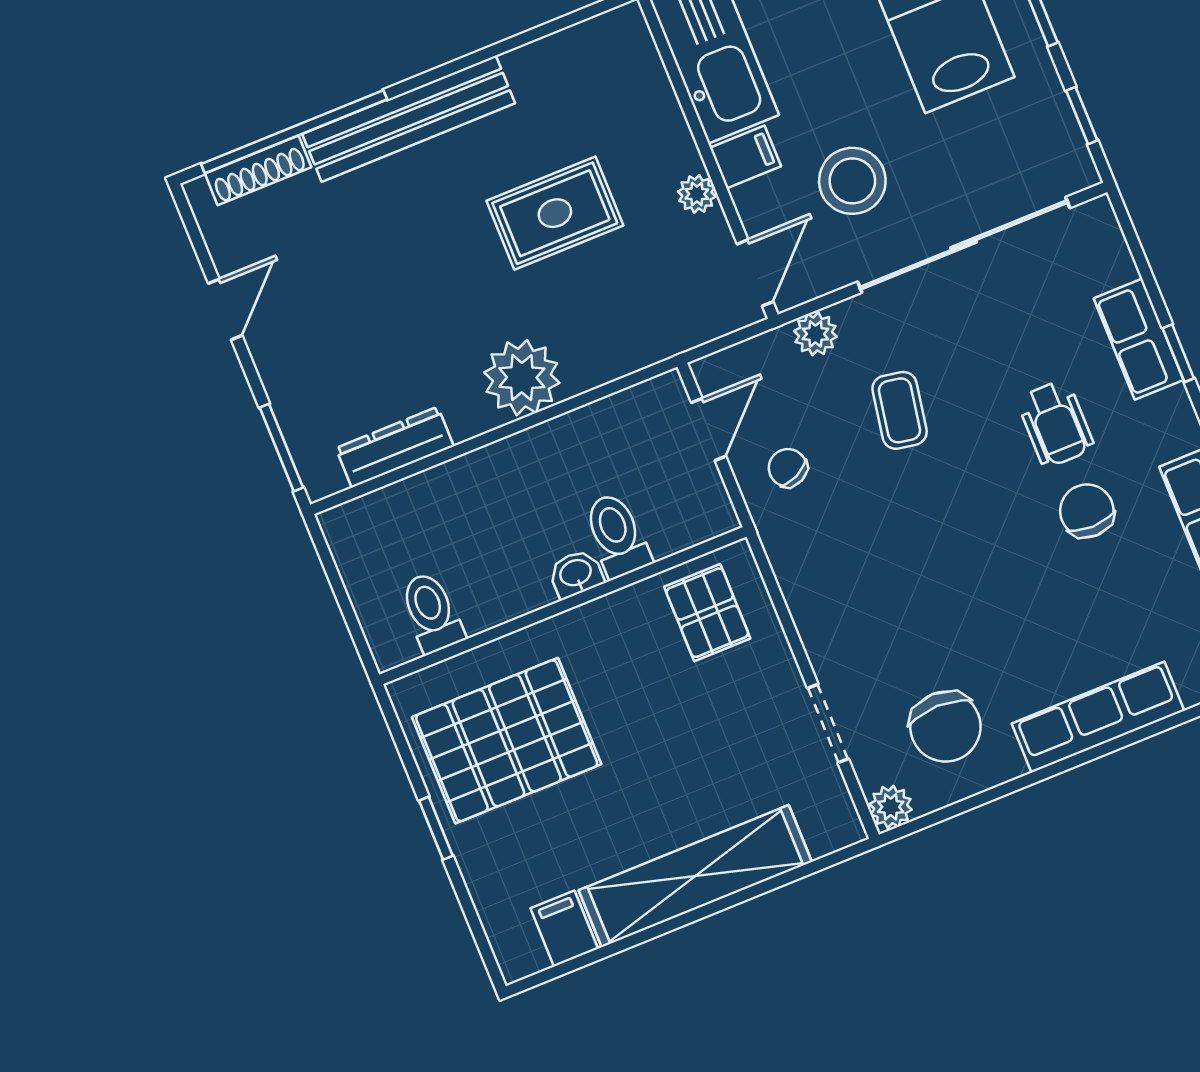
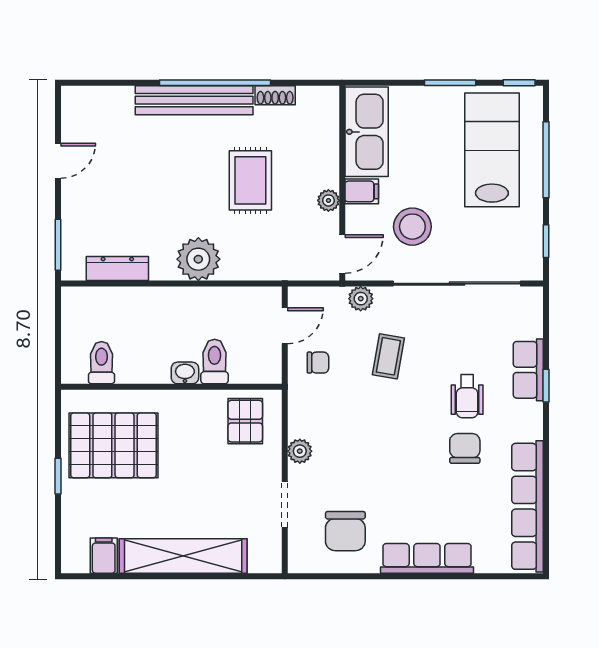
window: (294, 132) -> (215, 83), moved
shoe rack: (258, 170) -> (275, 95), moved, width x0.70
rug: (555, 213) -> (250, 180), turned 90
chair: (788, 468) -> (318, 363), turned 115
plant: (891, 807) -> (300, 451), moved

